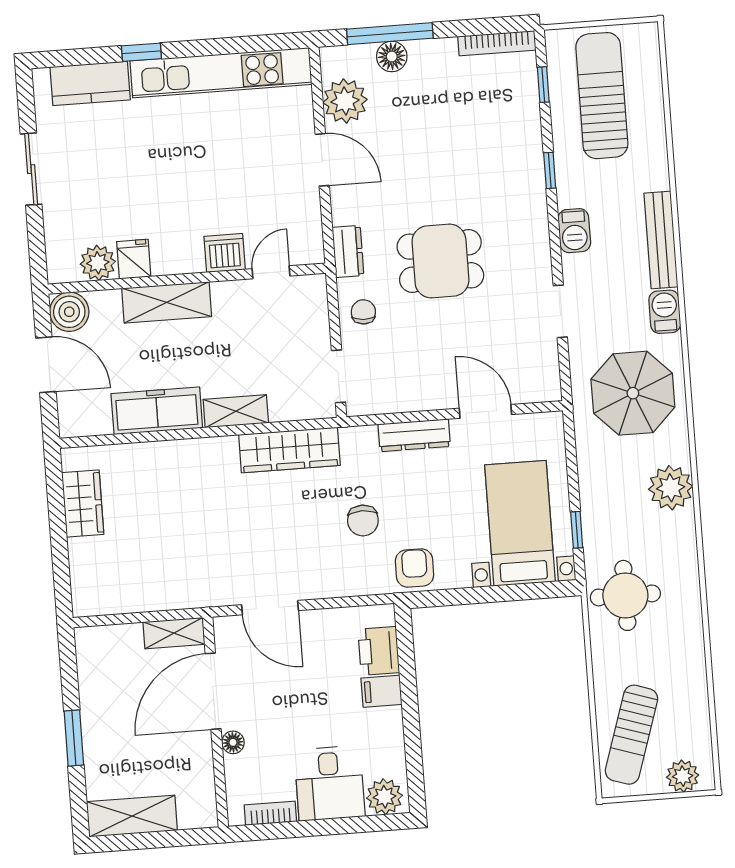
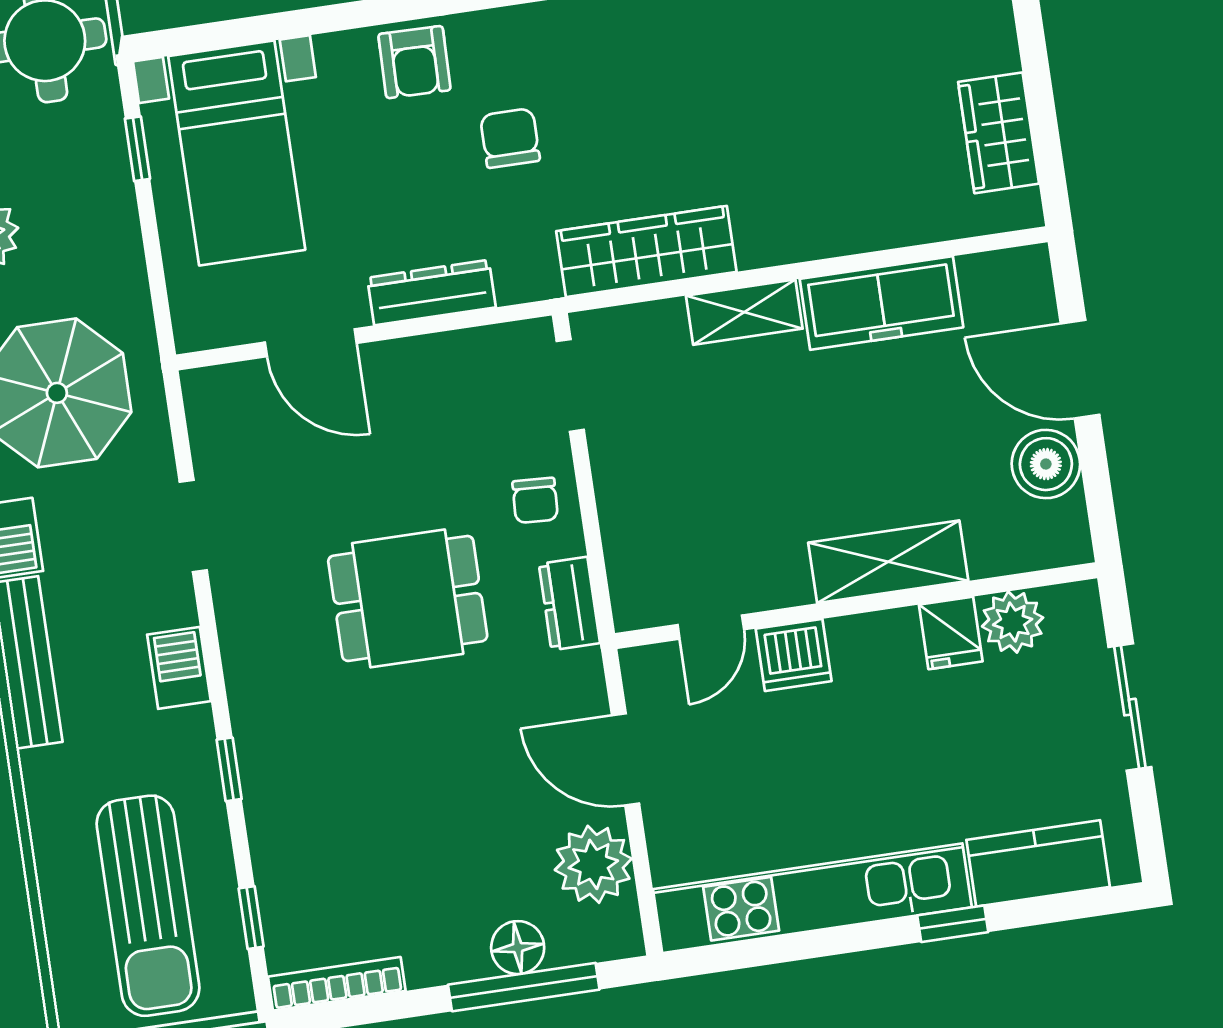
dishwasher: (225, 253) -> (794, 655), moved
fridge: (134, 259) -> (951, 633), moved
plant: (98, 263) -> (1013, 622), moved
door: (271, 272) -> (711, 627), moved
wall: (187, 279) -> (856, 606), moved
shelving: (167, 302) -> (888, 562), moved

